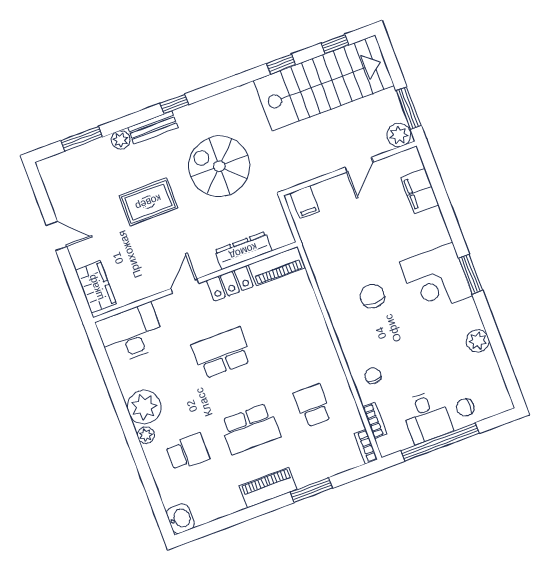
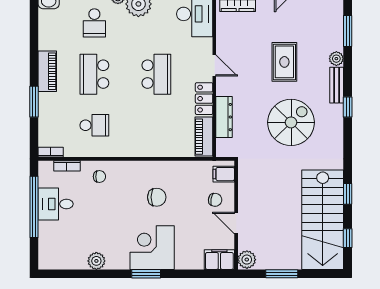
plant: (399, 135) -> (247, 260), moved
door: (359, 165) -> (236, 223), moved
wall: (349, 168) -> (236, 215), moved
filing cabinet: (305, 202) -> (224, 174), moved
chair: (465, 408) -> (215, 200), moved, turned 99

